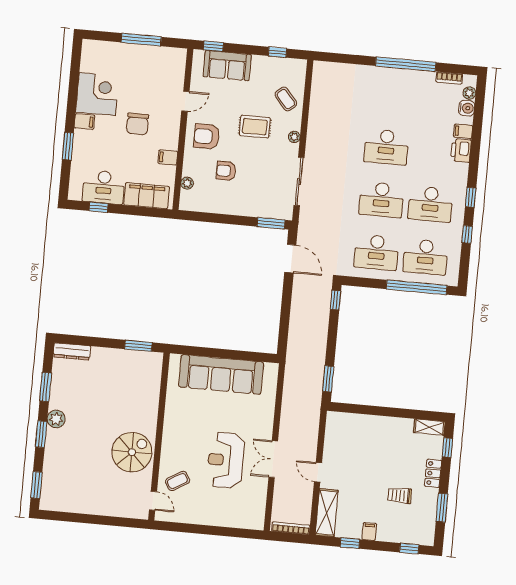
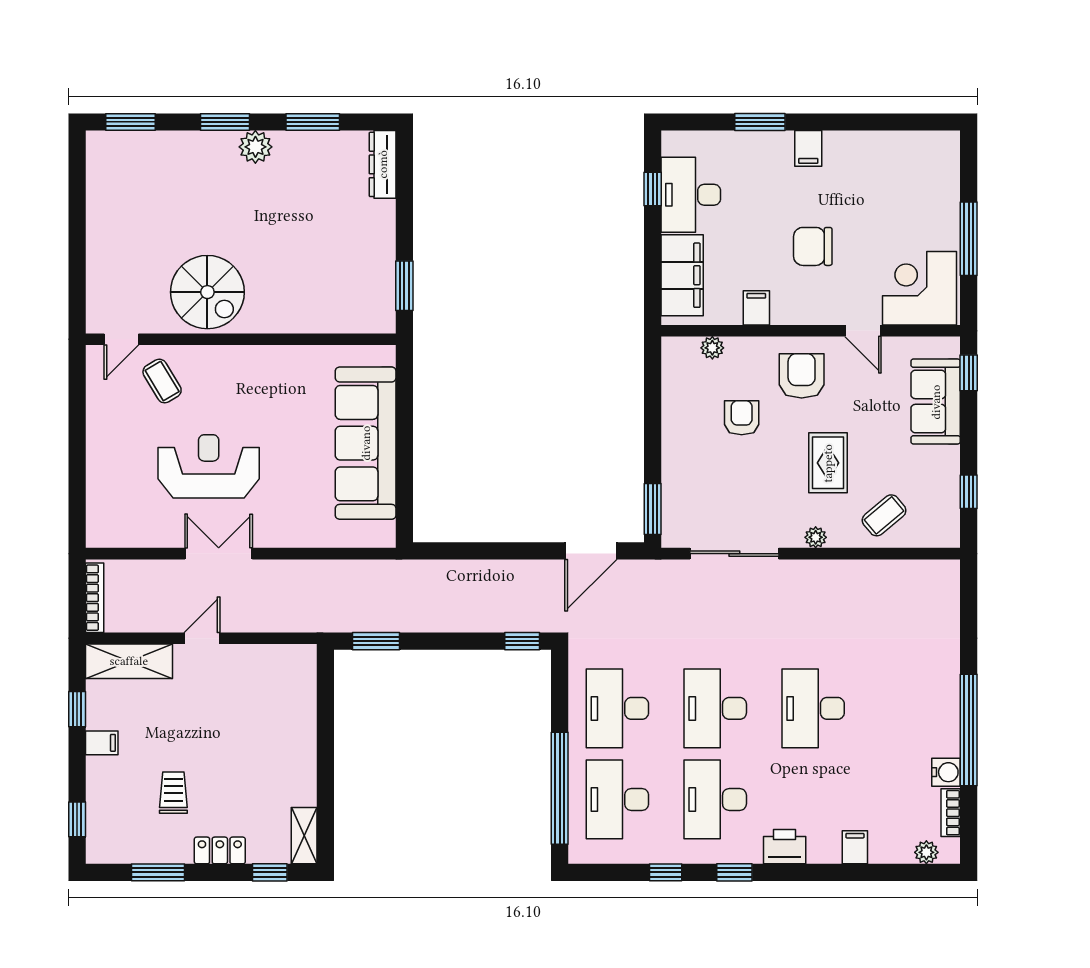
corner desk: (97, 94) -> (919, 288), moved, turned 180
water cooler: (467, 108) -> (946, 772), moved, turned -90
printer: (461, 150) -> (785, 847), moved

